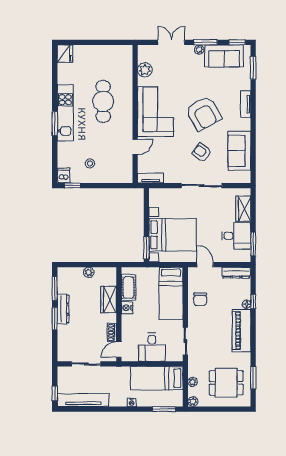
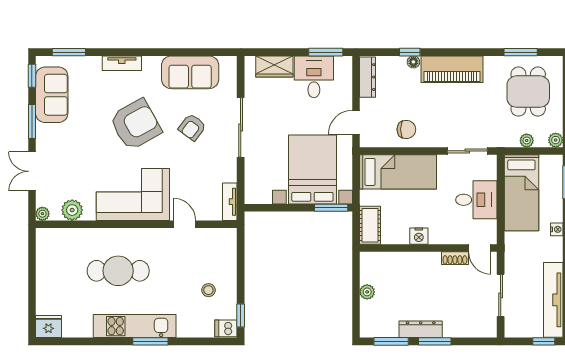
plant: (199, 50) -> (42, 214), moved
cot: (128, 287) -> (370, 225), moved, turned 90
wardrobe: (109, 299) -> (407, 263), removed

